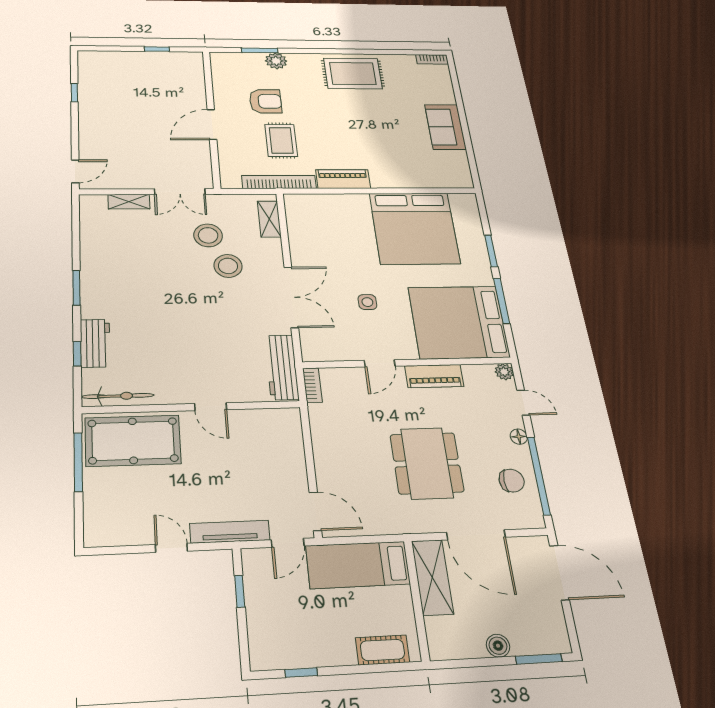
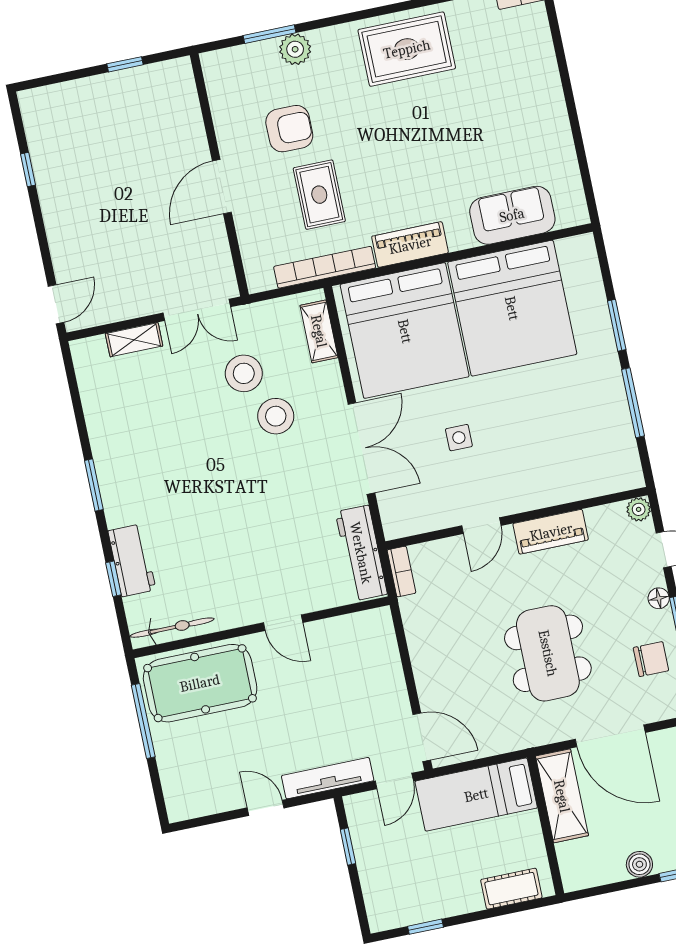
sofa: (445, 127) -> (512, 215), moved, turned 90
bed: (459, 322) -> (405, 331), moved, turned -90

